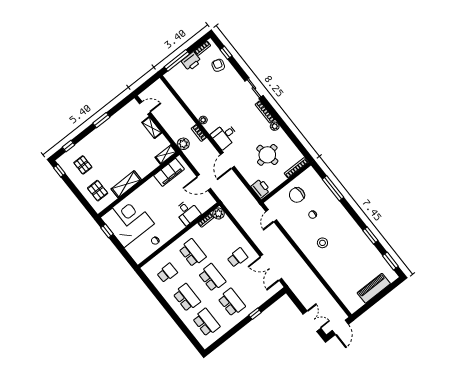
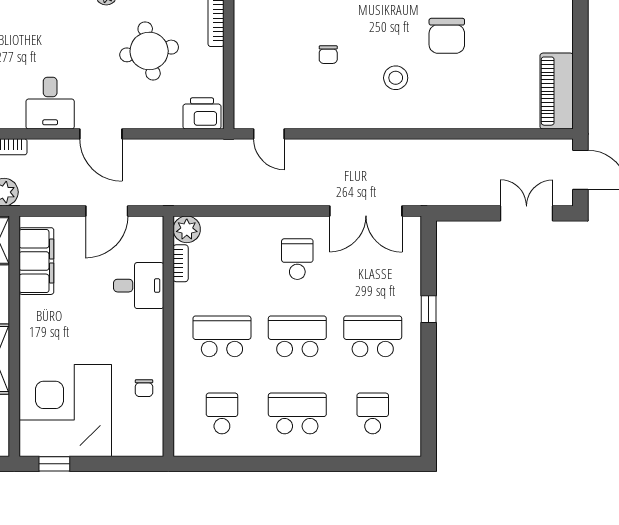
chair: (297, 195) -> (447, 36), moved
piano: (374, 288) -> (557, 91), moved
school desk: (206, 322) -> (373, 413), width x0.54

